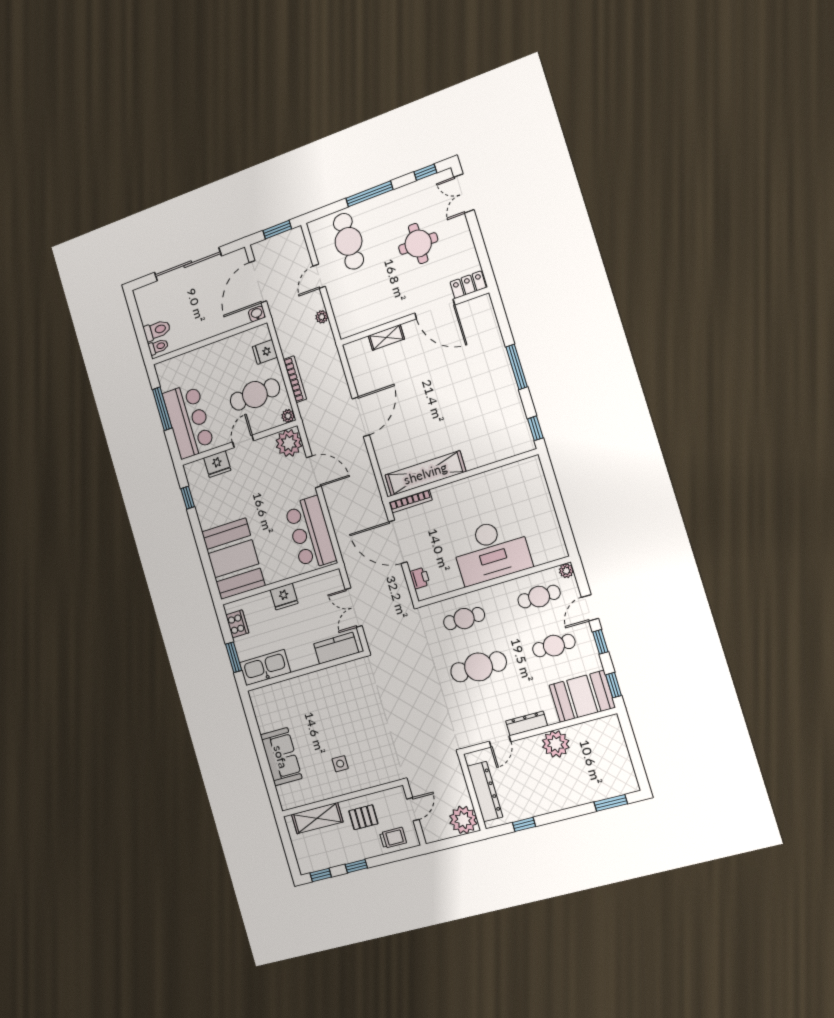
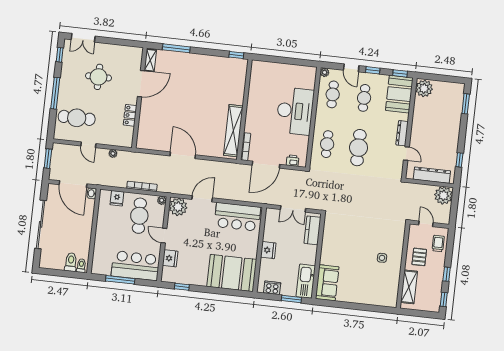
locker: (468, 285) -> (130, 115), moved
shelving: (386, 337) -> (150, 60), moved
window: (517, 367) -> (176, 48), moved
plant: (556, 744) -> (424, 88), moved
sofa: (281, 757) -> (327, 283), moved, turned 90

